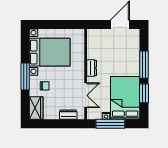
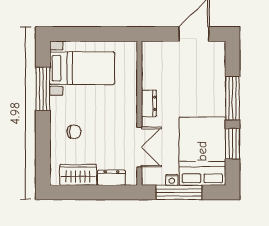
bed with nightstands: (50, 52) -> (82, 68), width x0.73
window: (25, 76) -> (43, 89), moved
wardrobe: (36, 108) -> (78, 175), moved, turned -90

